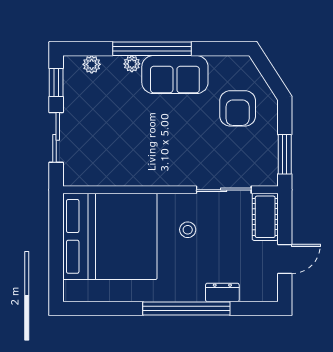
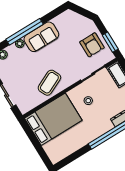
armchair: (238, 108) -> (92, 45), moved
coffee table: (141, 160) -> (49, 83), added
bed: (110, 236) -> (53, 119), width x0.73

